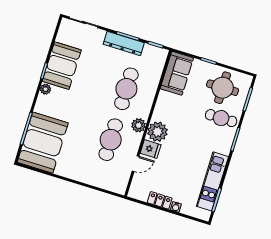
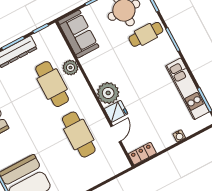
plant: (139, 125) -> (70, 68), moved
locker: (160, 200) -> (142, 154), moved

